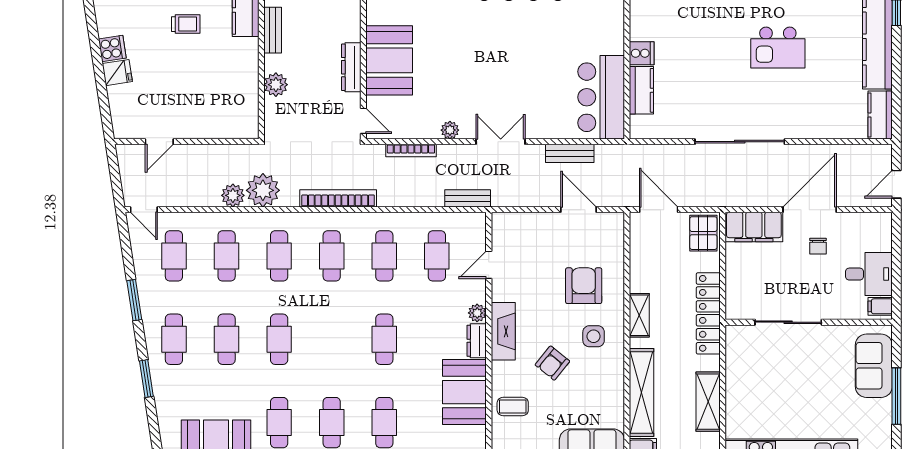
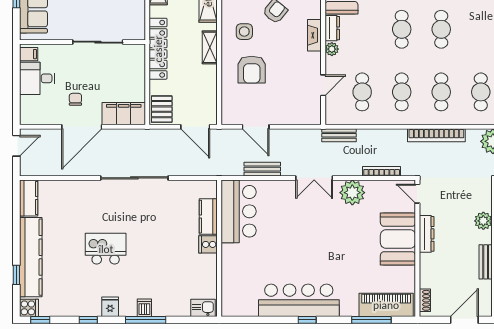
plant: (450, 130) -> (352, 193), width x1.87, depth x1.87
fireplace: (503, 331) -> (314, 35), width x0.73, depth x0.76
cafe table: (279, 339) -> (441, 29), moved

